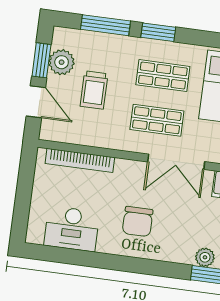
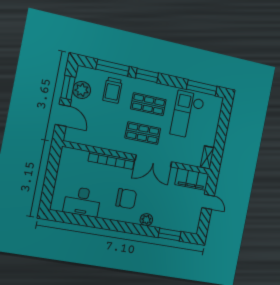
trolley: (94, 90) -> (113, 90), moved
bookcase: (80, 160) -> (111, 160), moved
chair: (138, 222) -> (126, 199), turned -90
plant: (205, 257) -> (146, 220), moved

